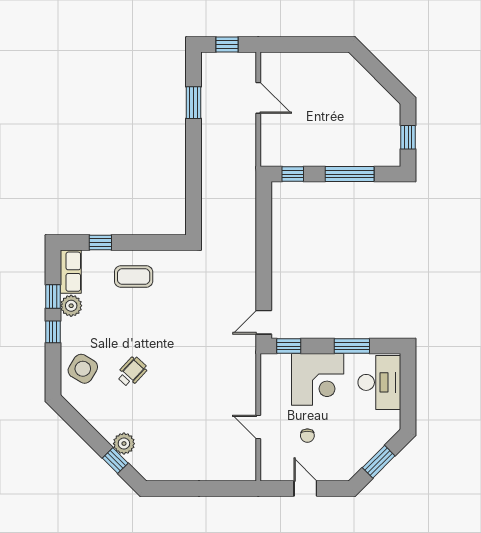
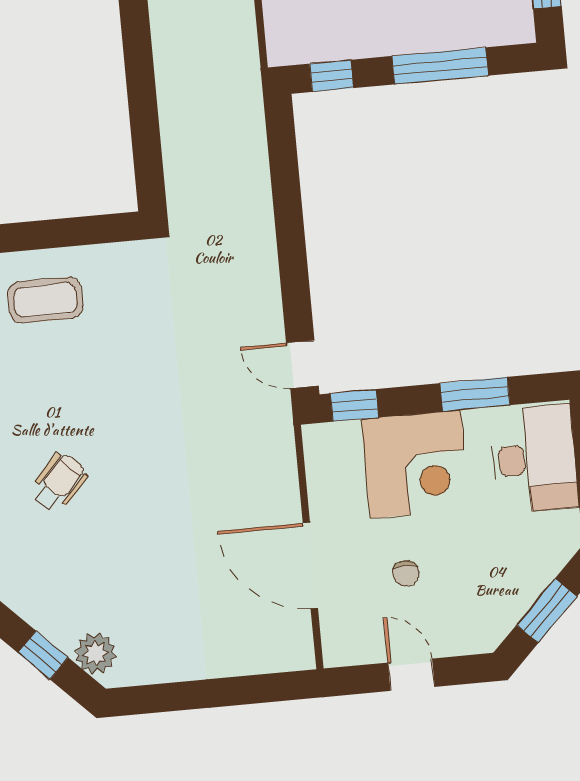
door: (264, 322) -> (302, 364), hinge flipped
door: (258, 427) -> (310, 566), width x1.87
plant: (124, 444) -> (96, 653), moved

